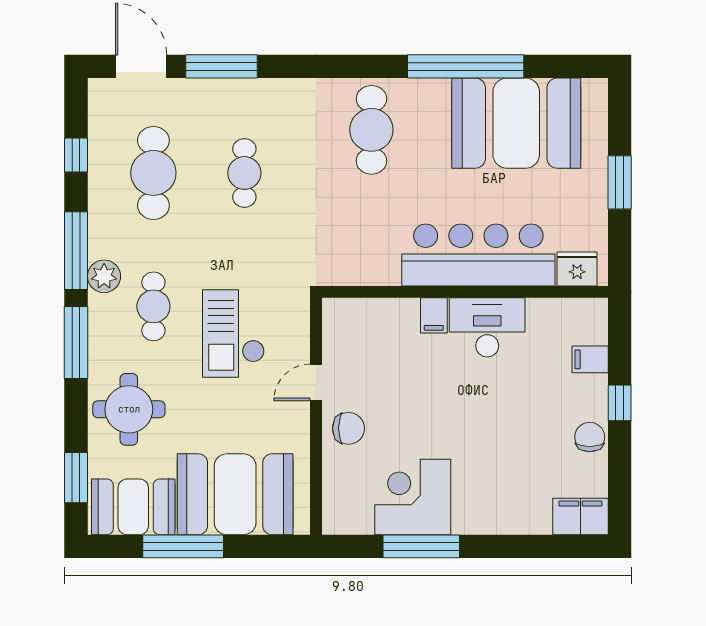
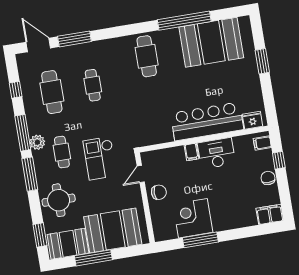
bar counter: (478, 255) -> (207, 121), moved
fridge: (577, 269) -> (252, 120), moved
wall: (465, 292) -> (204, 139), moved
filing cabinet: (434, 315) -> (192, 152), moved
desk: (487, 327) -> (216, 153), moved

